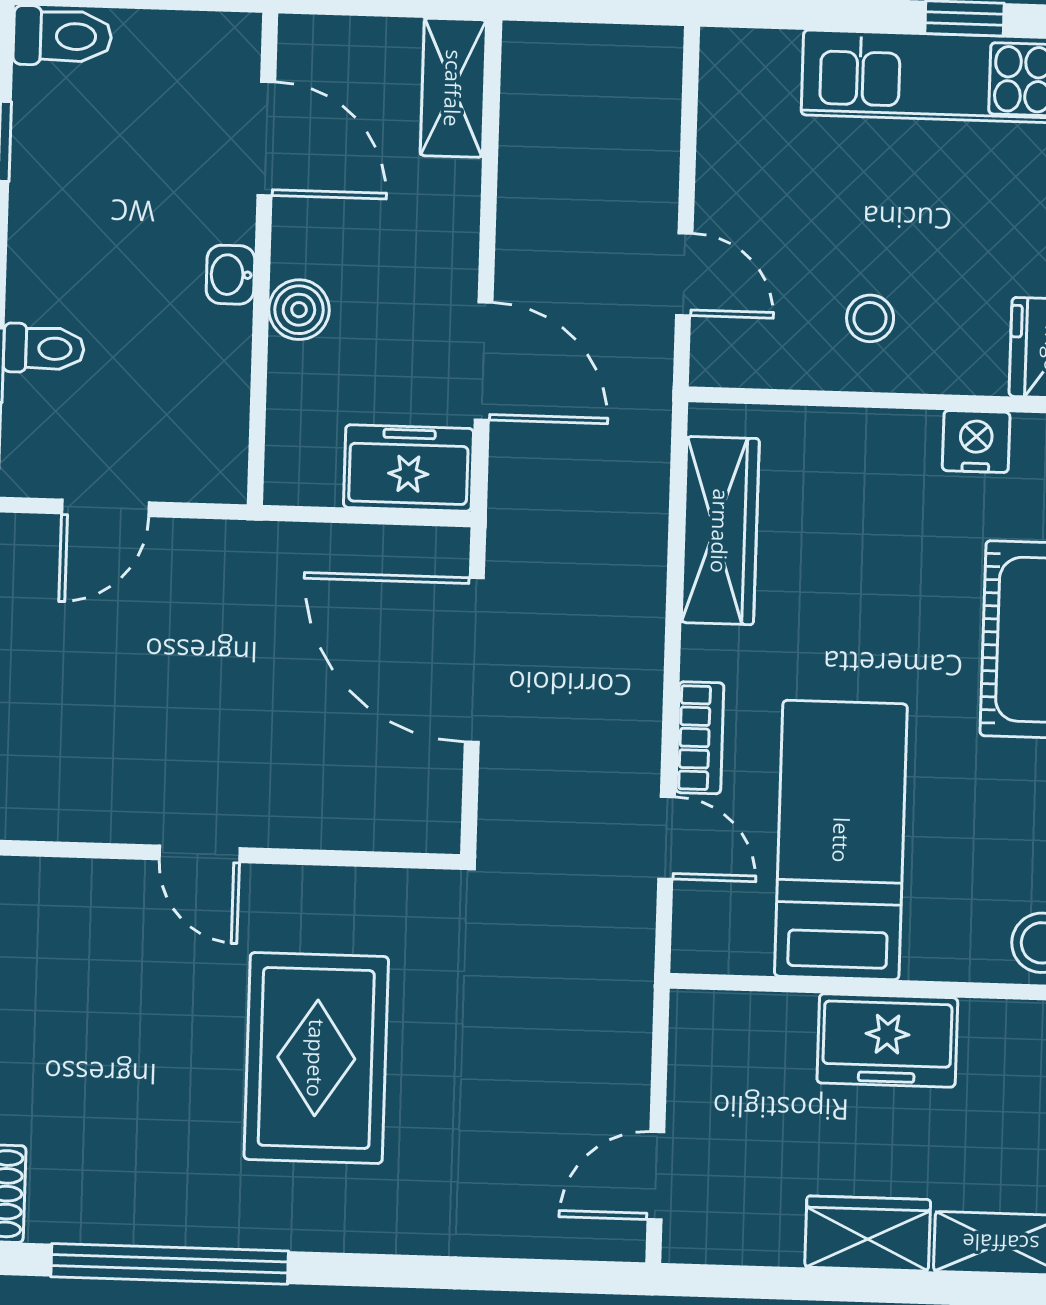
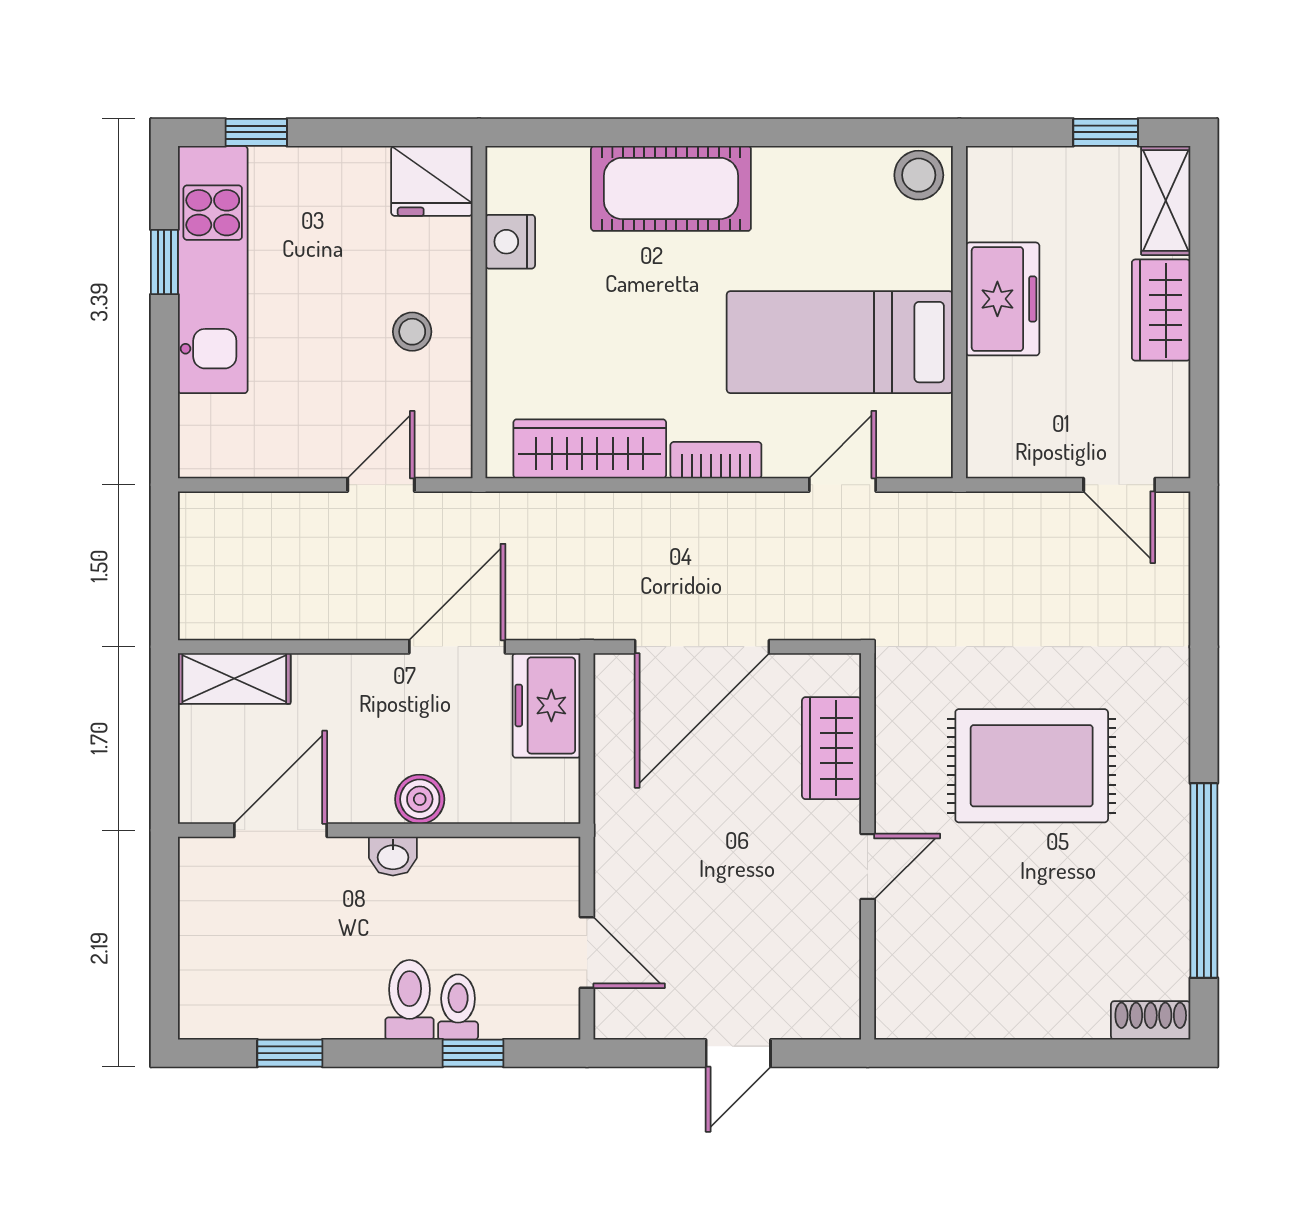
toilet: (62, 36) -> (409, 1000), moved
bookcase: (700, 738) -> (716, 460), moved
wardrobe: (345, 814) -> (832, 748), added

